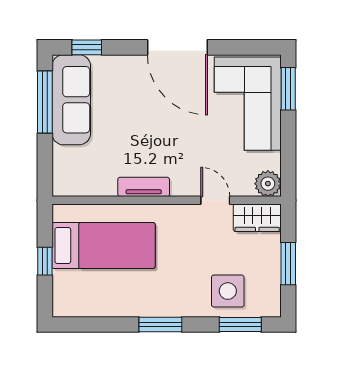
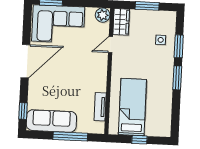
window: (45, 102) -> (70, 136), moved
tv unit: (144, 187) -> (100, 107), moved
side table: (228, 291) -> (161, 40), width x0.54, depth x0.54
window: (240, 324) -> (179, 46), moved

